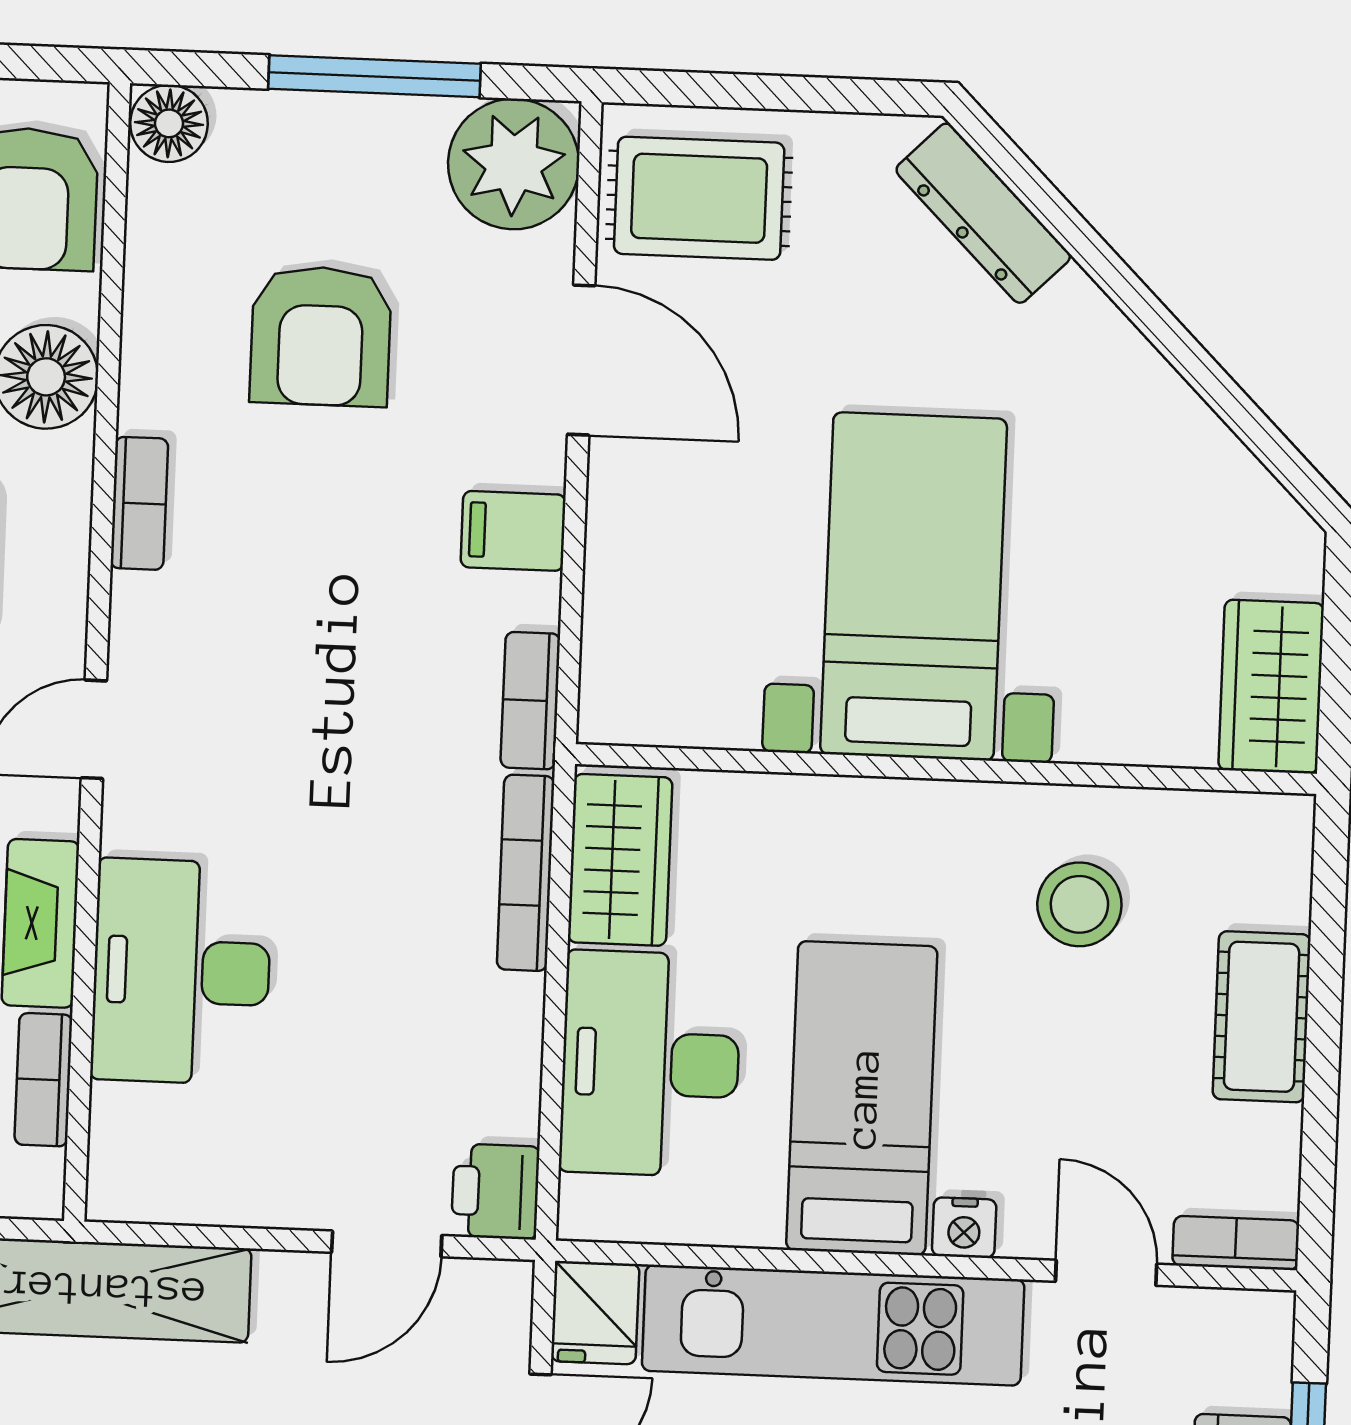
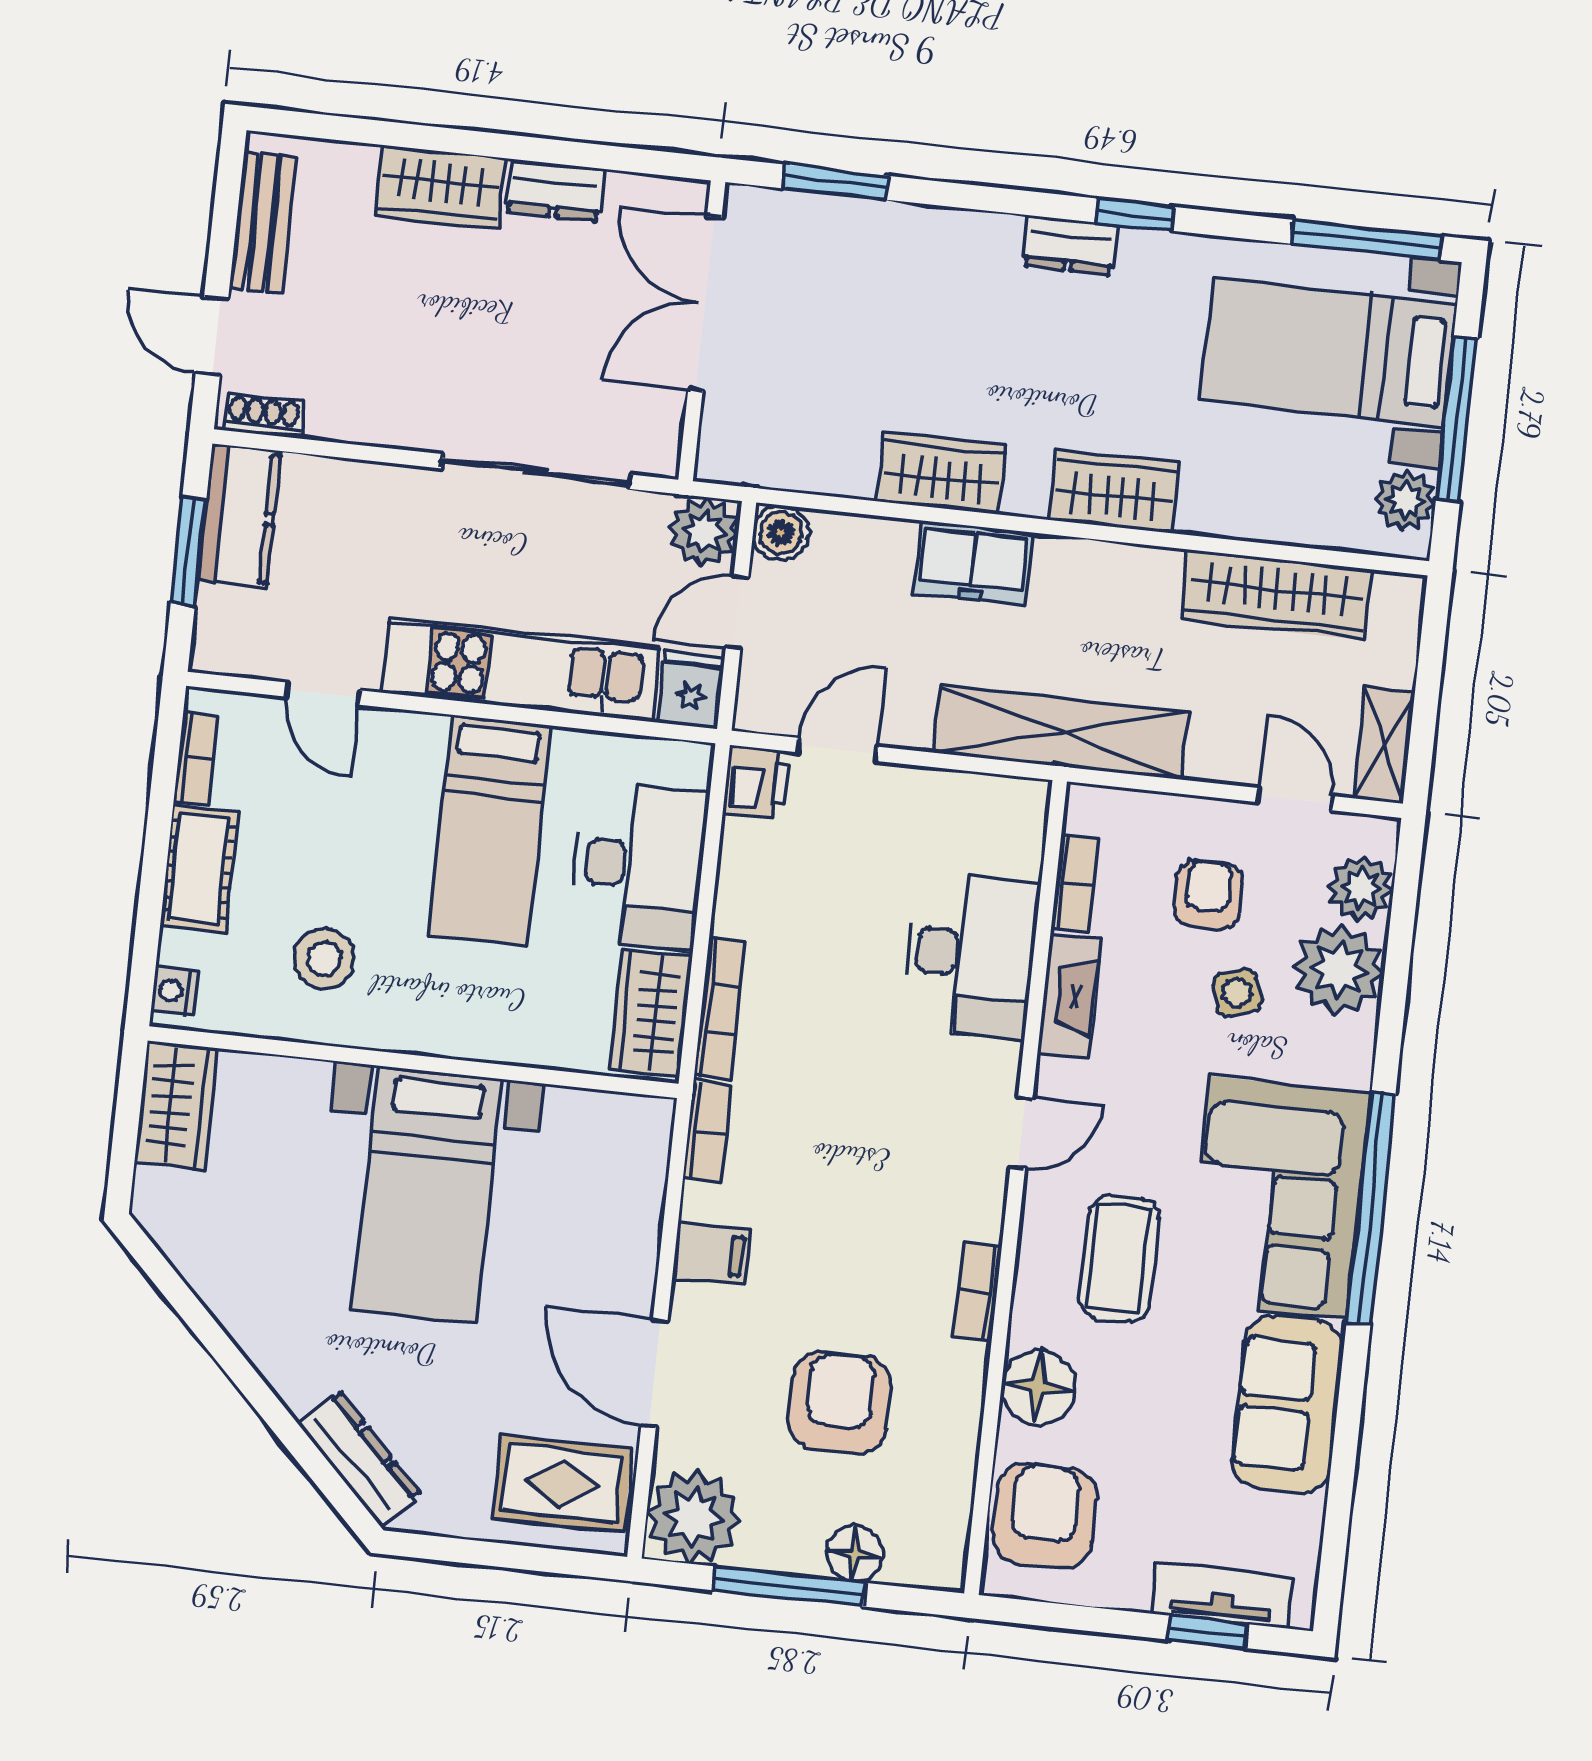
floor lamp: (169, 123) -> (855, 1554), moved
nightstand: (964, 1228) -> (174, 991), moved, turned -90
bookcase: (1236, 1243) -> (196, 758), moved, turned -90

